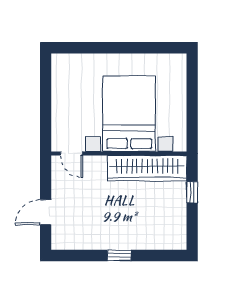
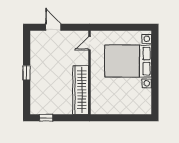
bed with nightstands: (129, 114) -> (128, 61), moved, turned 180
window: (192, 192) -> (46, 118), moved

